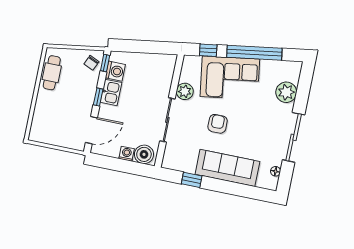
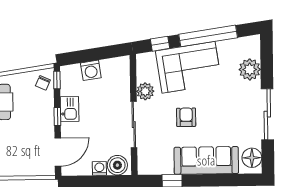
washing machine: (115, 71) -> (91, 70), moved, turned 82
floor lamp: (276, 171) -> (252, 158), width x1.89, depth x1.89

